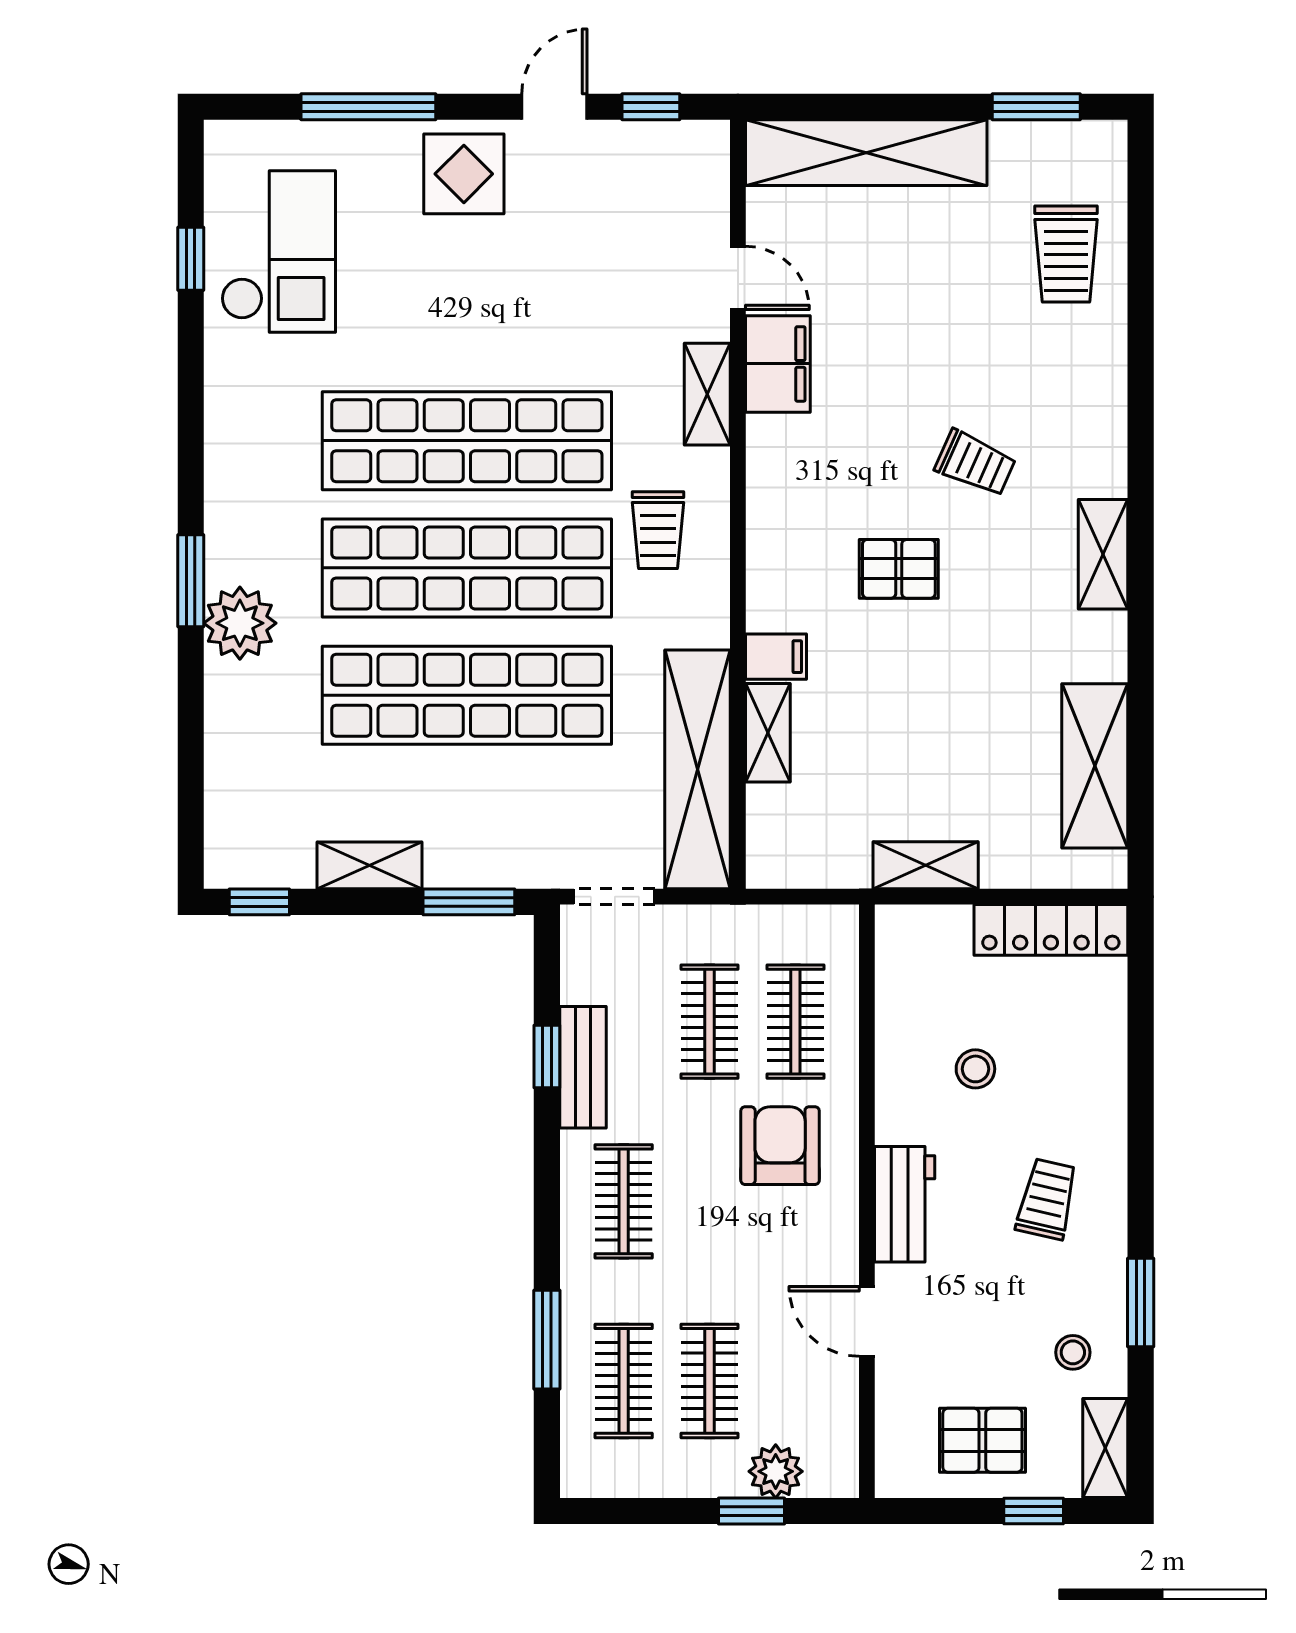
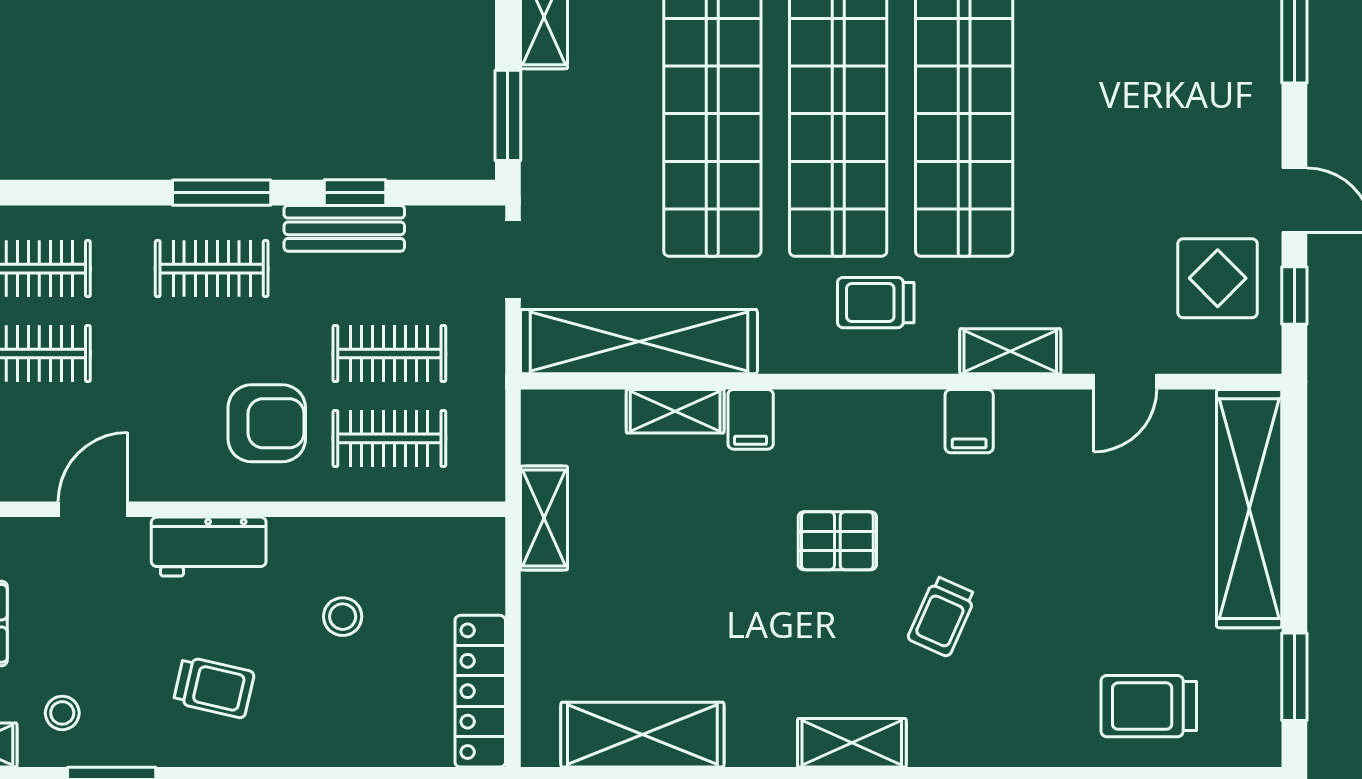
display table: (464, 174) -> (1218, 278), moved
filing cabinet: (778, 364) -> (969, 421), moved, width x0.50
pallet: (899, 569) -> (837, 541), turned 90
shelving: (926, 865) -> (544, 518), moved
window: (547, 1340) -> (222, 193), moved

